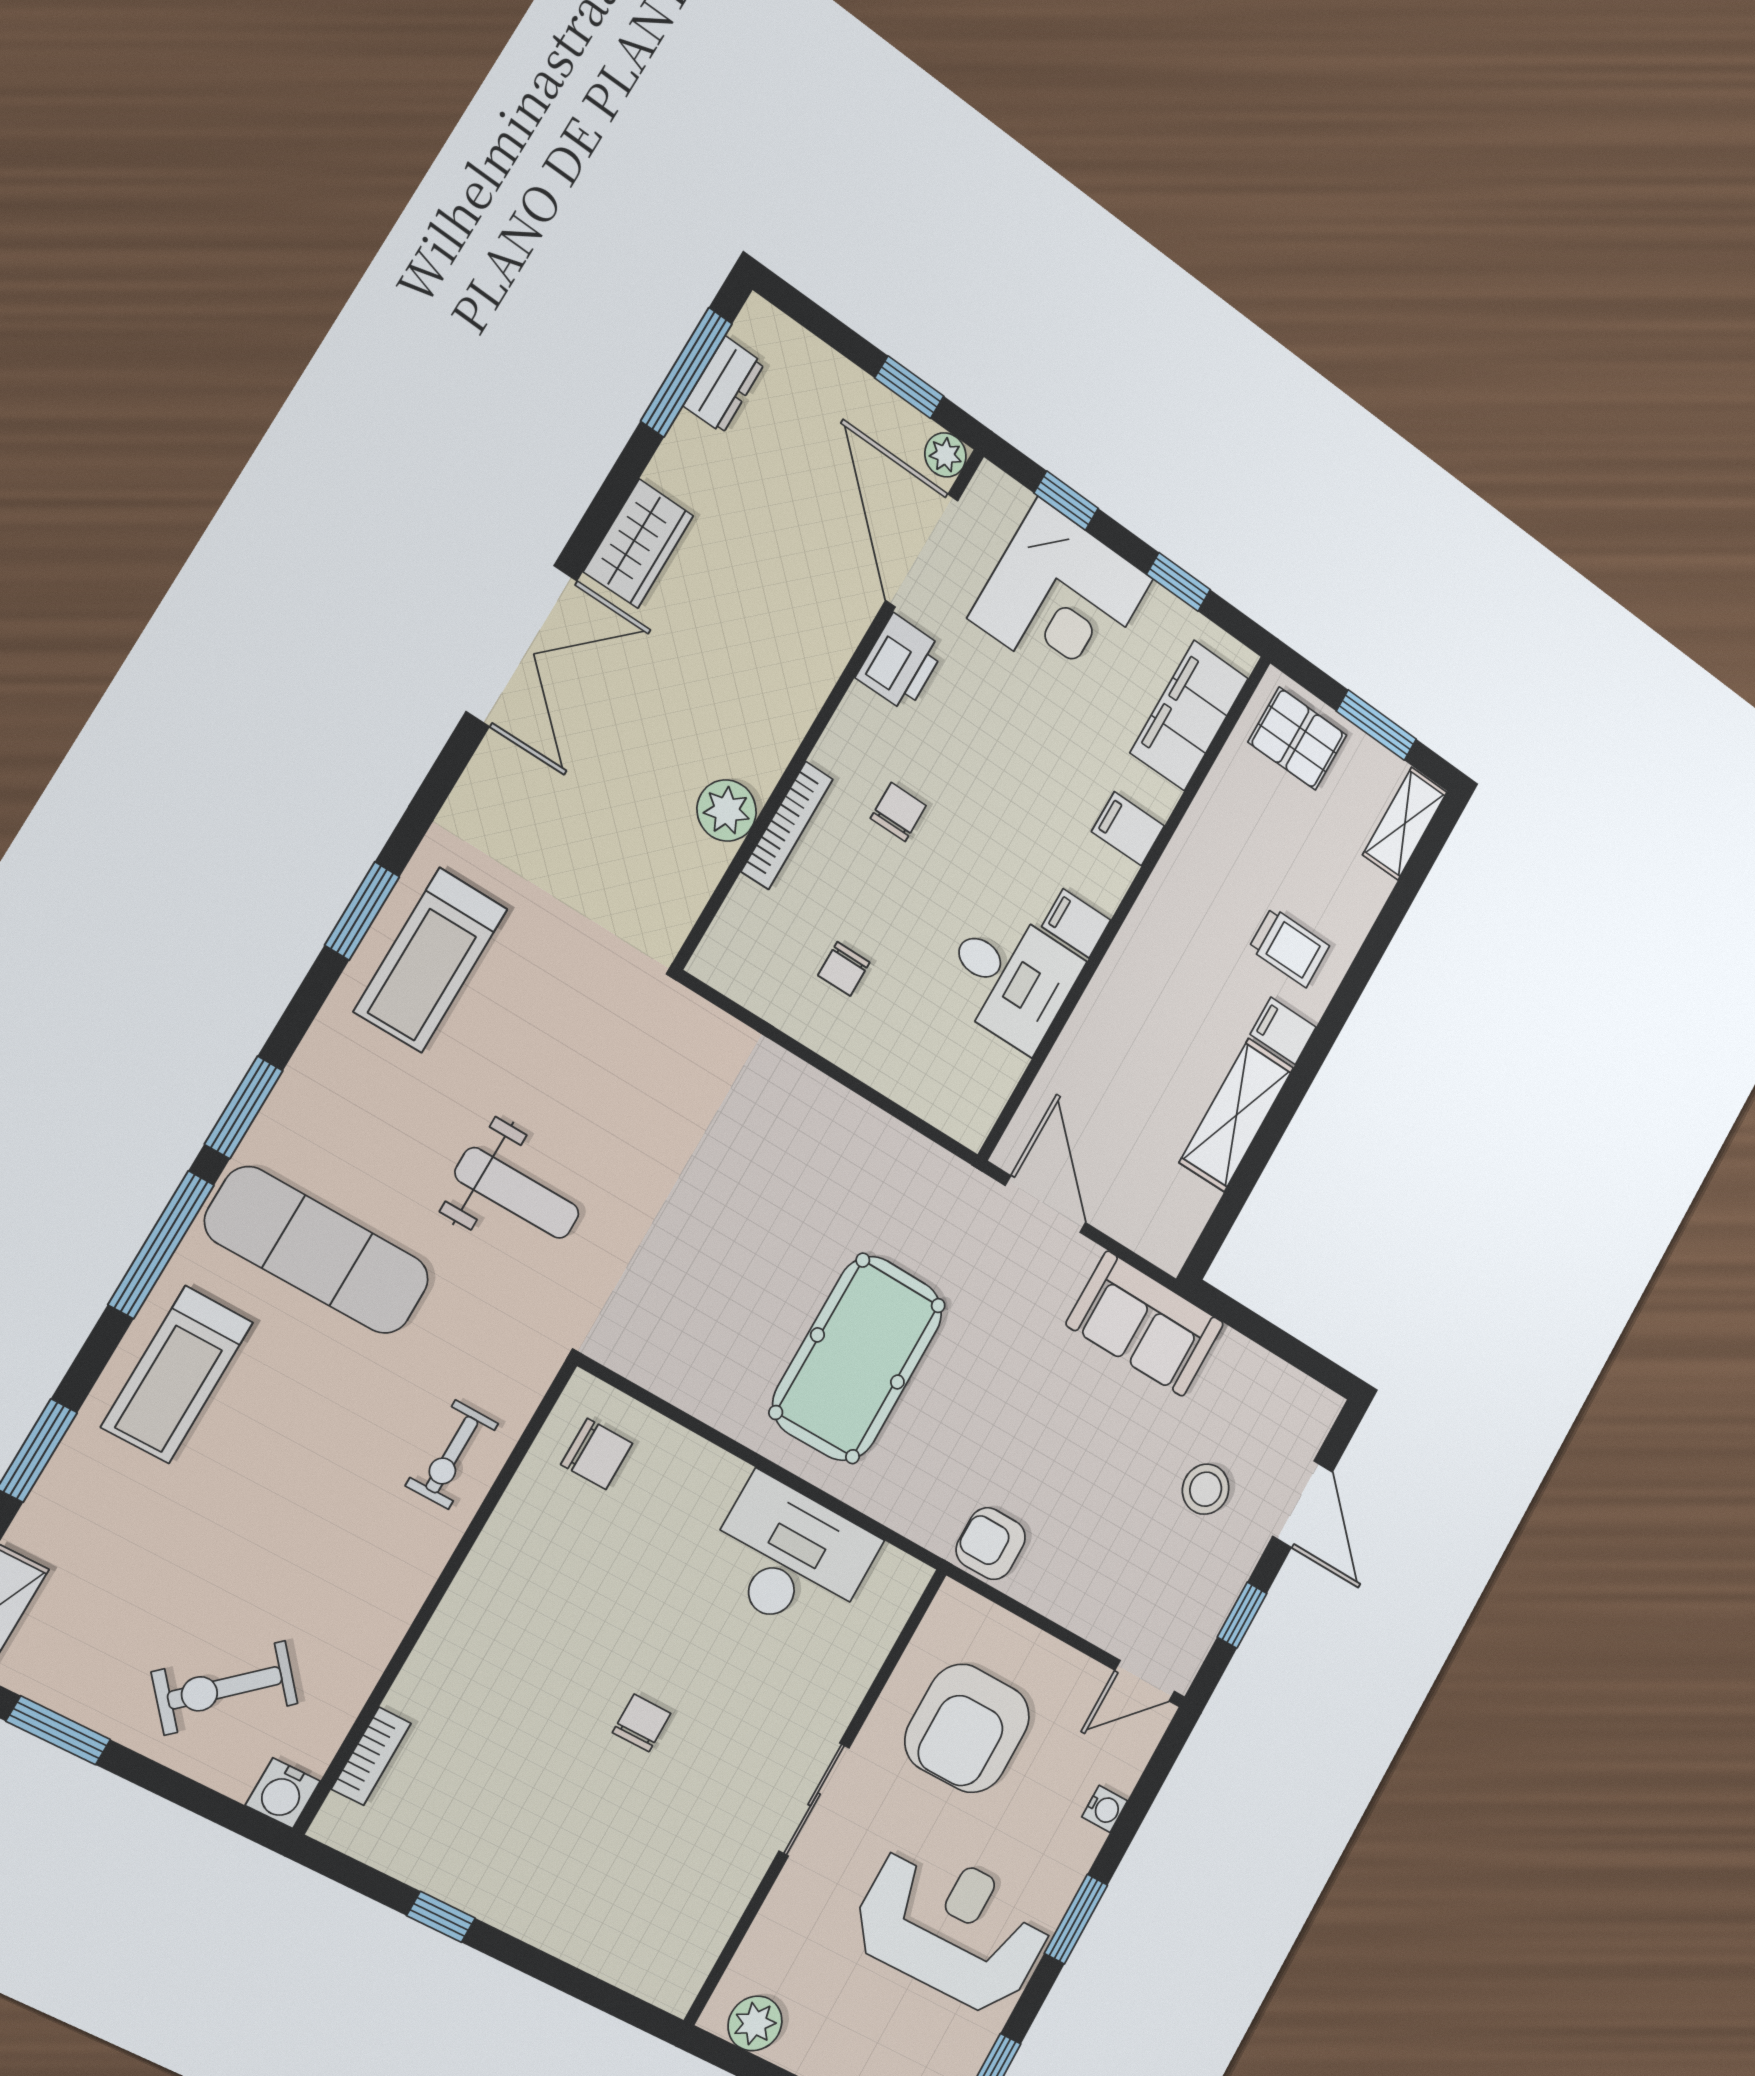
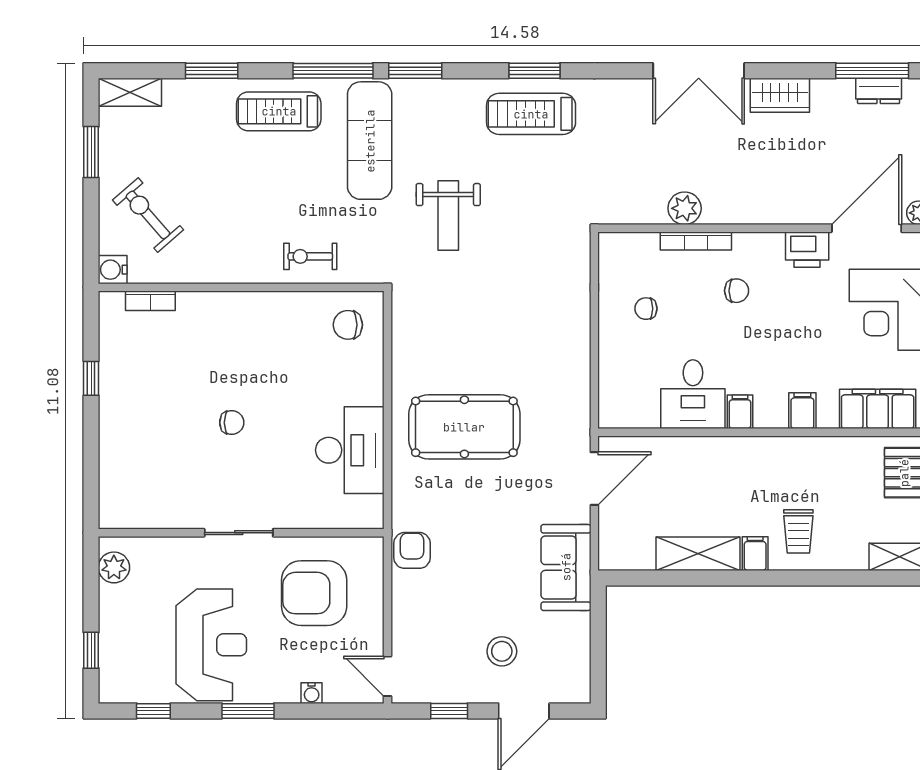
chair: (597, 1454) -> (348, 325), turned 90

